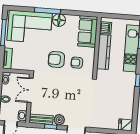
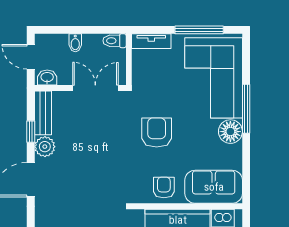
armchair: (77, 63) -> (164, 187), moved

